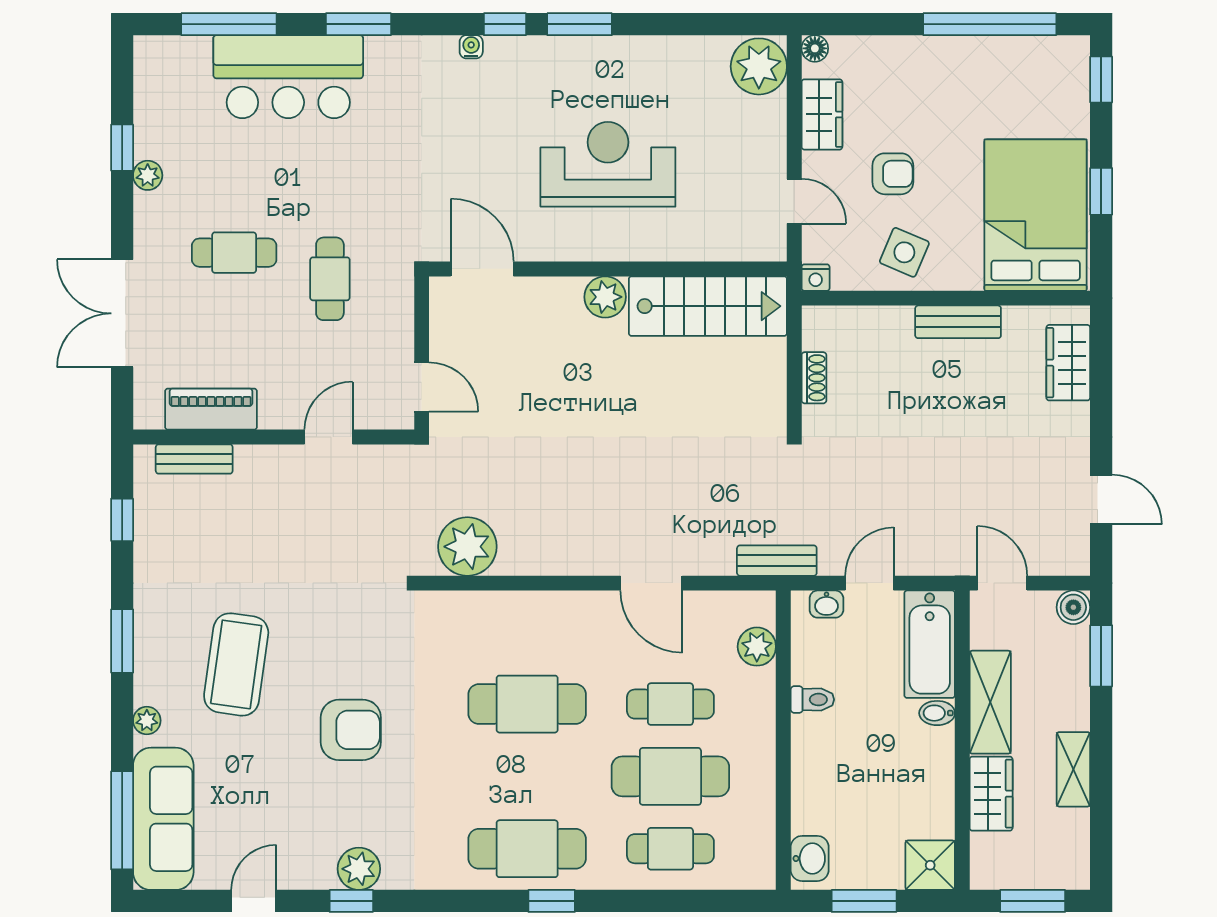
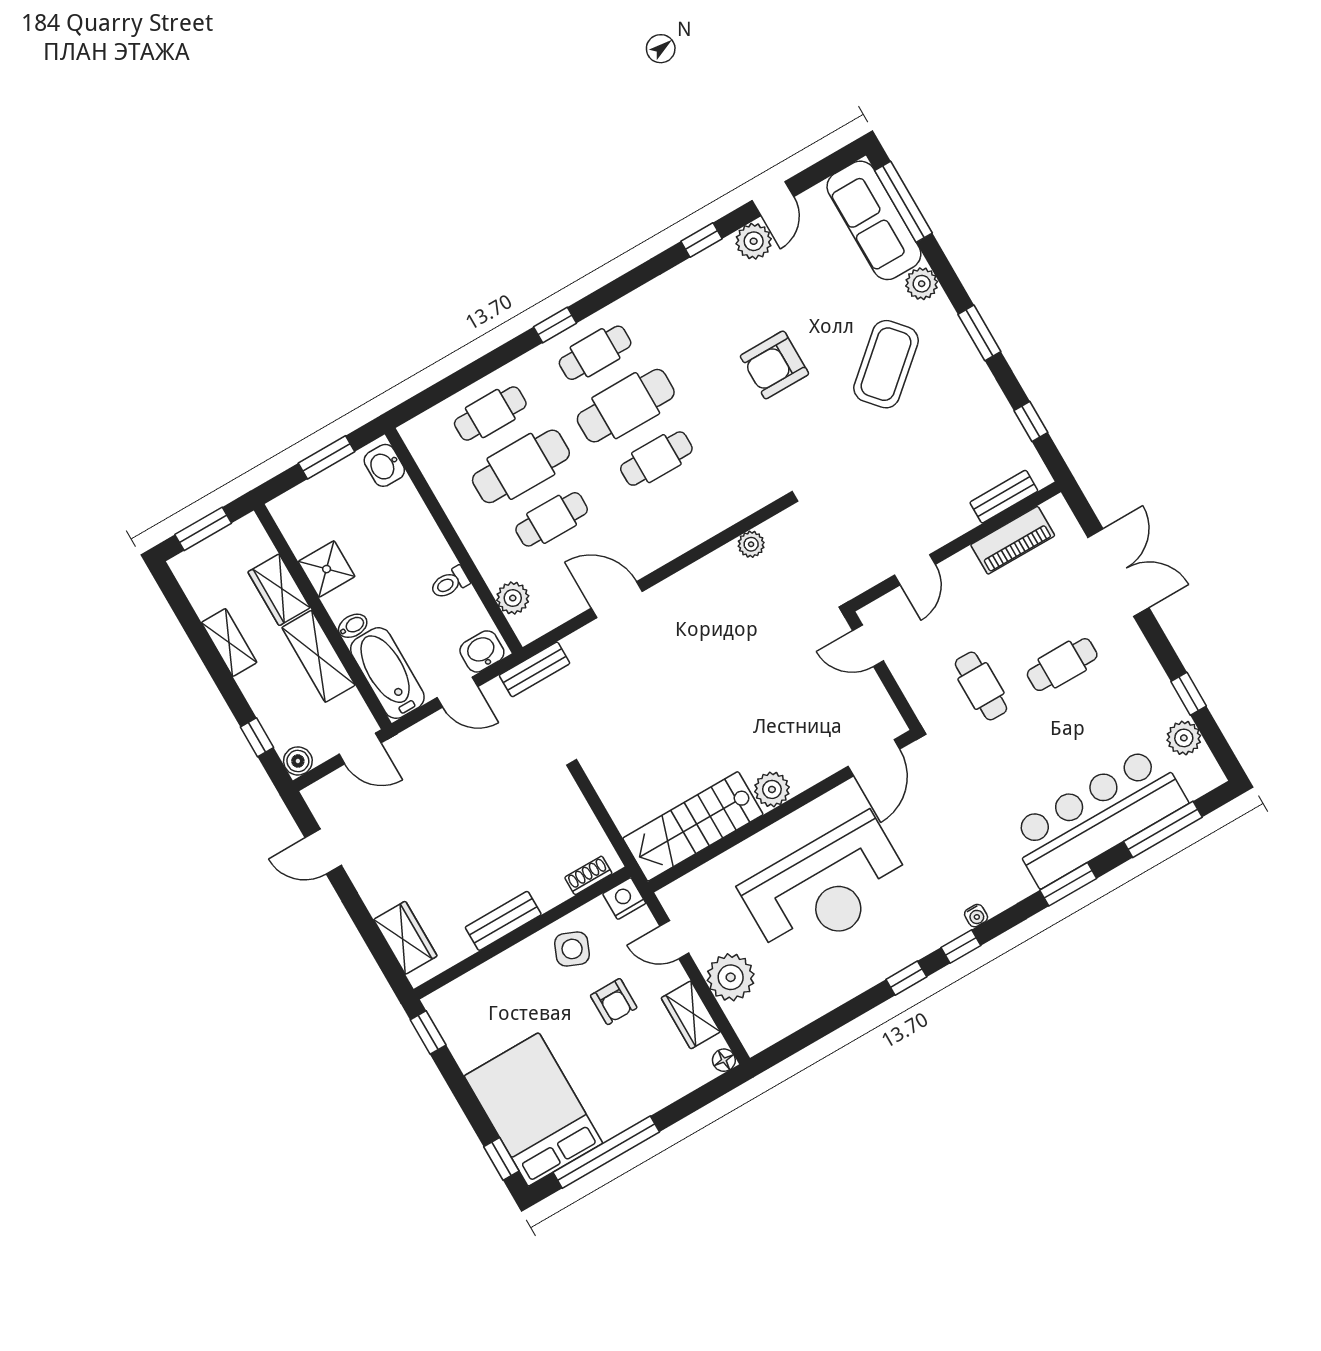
window: (580, 24) -> (906, 978), width x0.67
plant: (759, 66) -> (731, 977), moved
bar counter: (288, 77) -> (1097, 816), width x1.36
reception desk: (608, 164) -> (826, 888), width x1.36, depth x1.30
armchair: (893, 174) -> (614, 1002), turned -90
plant: (148, 175) -> (1184, 738), moved, width x1.38, depth x1.38
window: (1101, 191) -> (428, 1032), moved
bed: (1036, 215) -> (533, 1110), moved, turned 180
door: (482, 269) -> (874, 758), hinge flipped
nightstand: (816, 278) -> (624, 899), width x1.39, depth x1.35
shoe rack: (814, 378) -> (588, 875), moved, turned 90
plant: (467, 547) -> (751, 544), width x0.53, depth x0.53
door: (869, 583) -> (457, 692), hinge flipped
washbasin: (826, 604) -> (482, 651), width x1.38, depth x1.45
window: (1101, 656) -> (257, 737), width x0.67
coffee table: (236, 664) -> (886, 364), turned 41
cafe table: (527, 704) -> (656, 459), width x0.73, depth x0.74
plant: (147, 721) -> (922, 284), width x1.38, depth x1.38
cafe table: (527, 776) -> (626, 406), added
cafe table: (527, 849) -> (595, 353), width x0.73, depth x0.74
shower: (930, 865) -> (327, 569), moved
plant: (359, 869) -> (754, 241), moved

